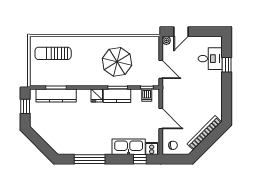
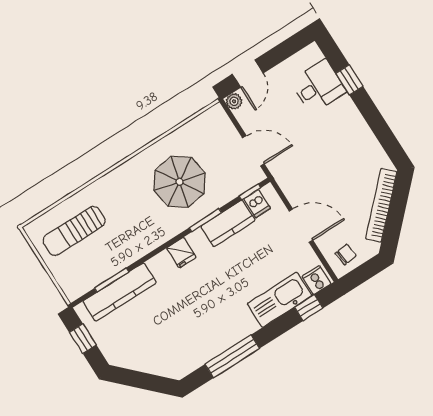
kitchen counter: (117, 96) -> (228, 223), moved

